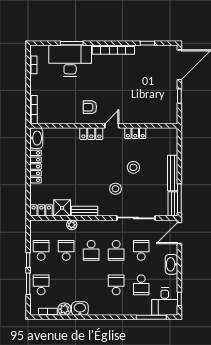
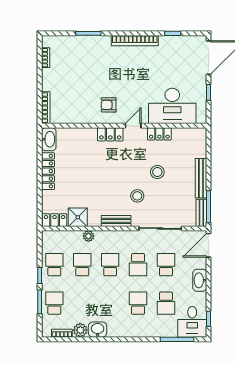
desk: (70, 61) -> (172, 106), moved, turned 180
bench: (85, 211) -> (116, 221), moved
school desk: (91, 250) -> (110, 265), turned 180

